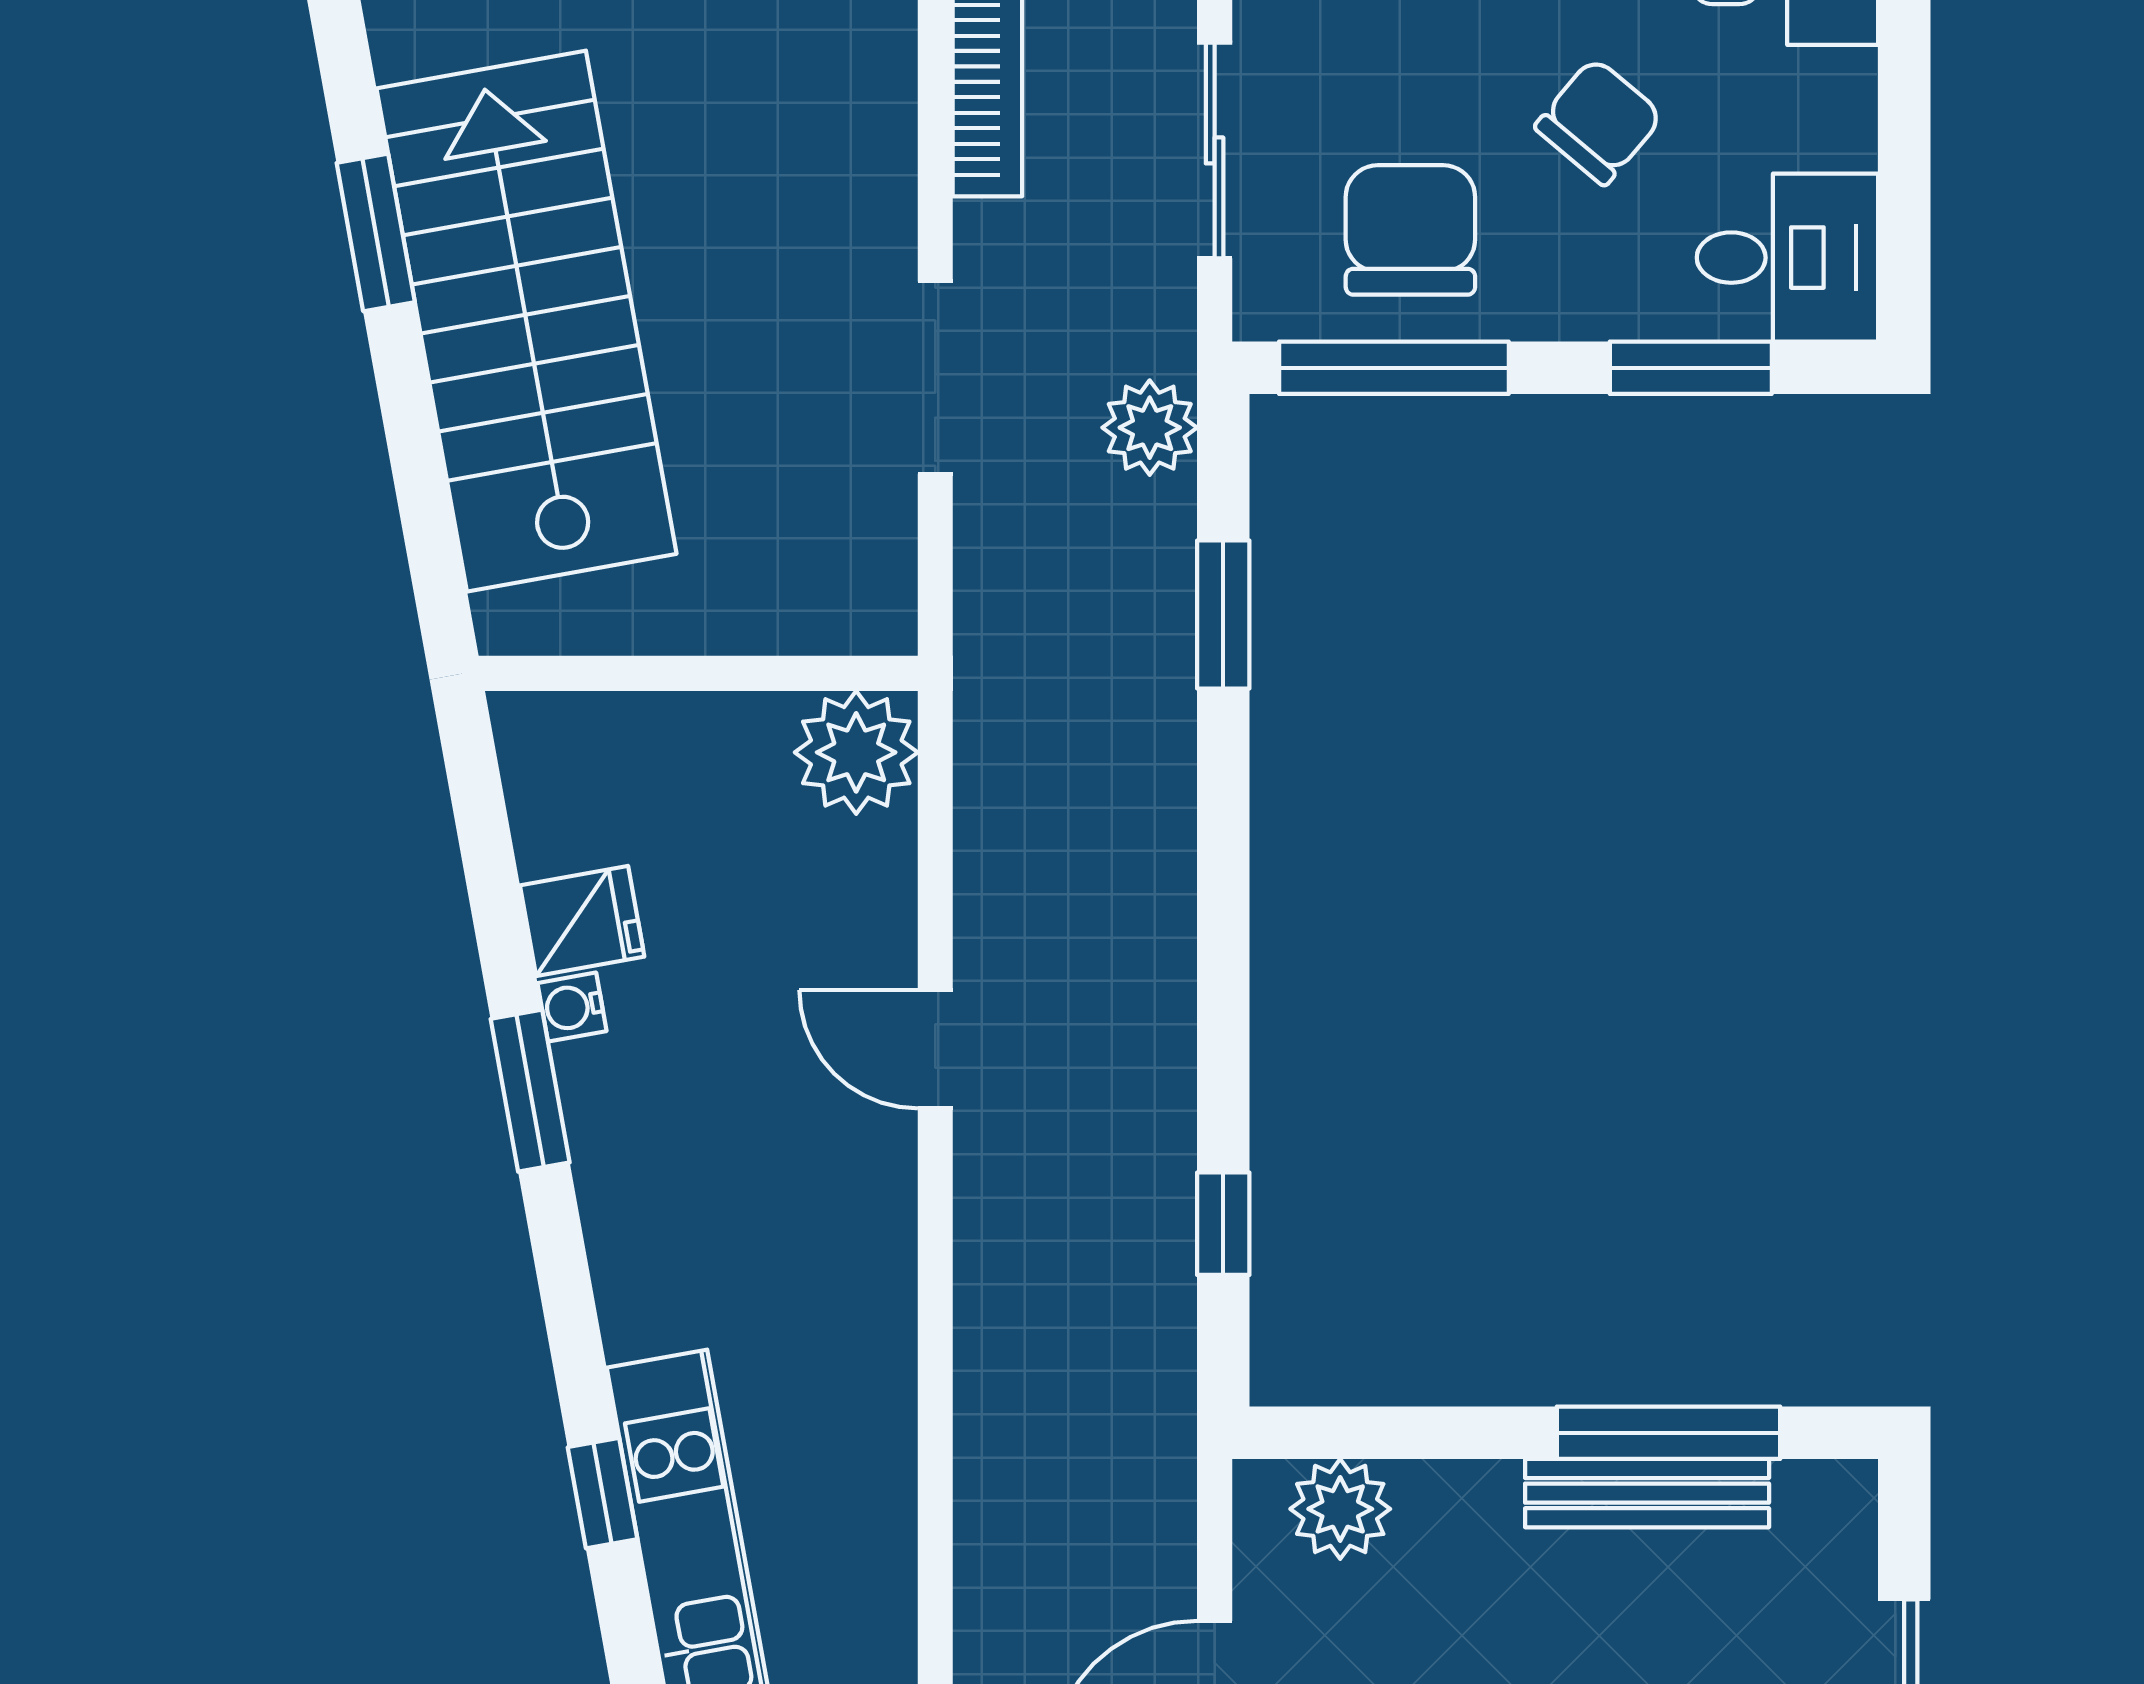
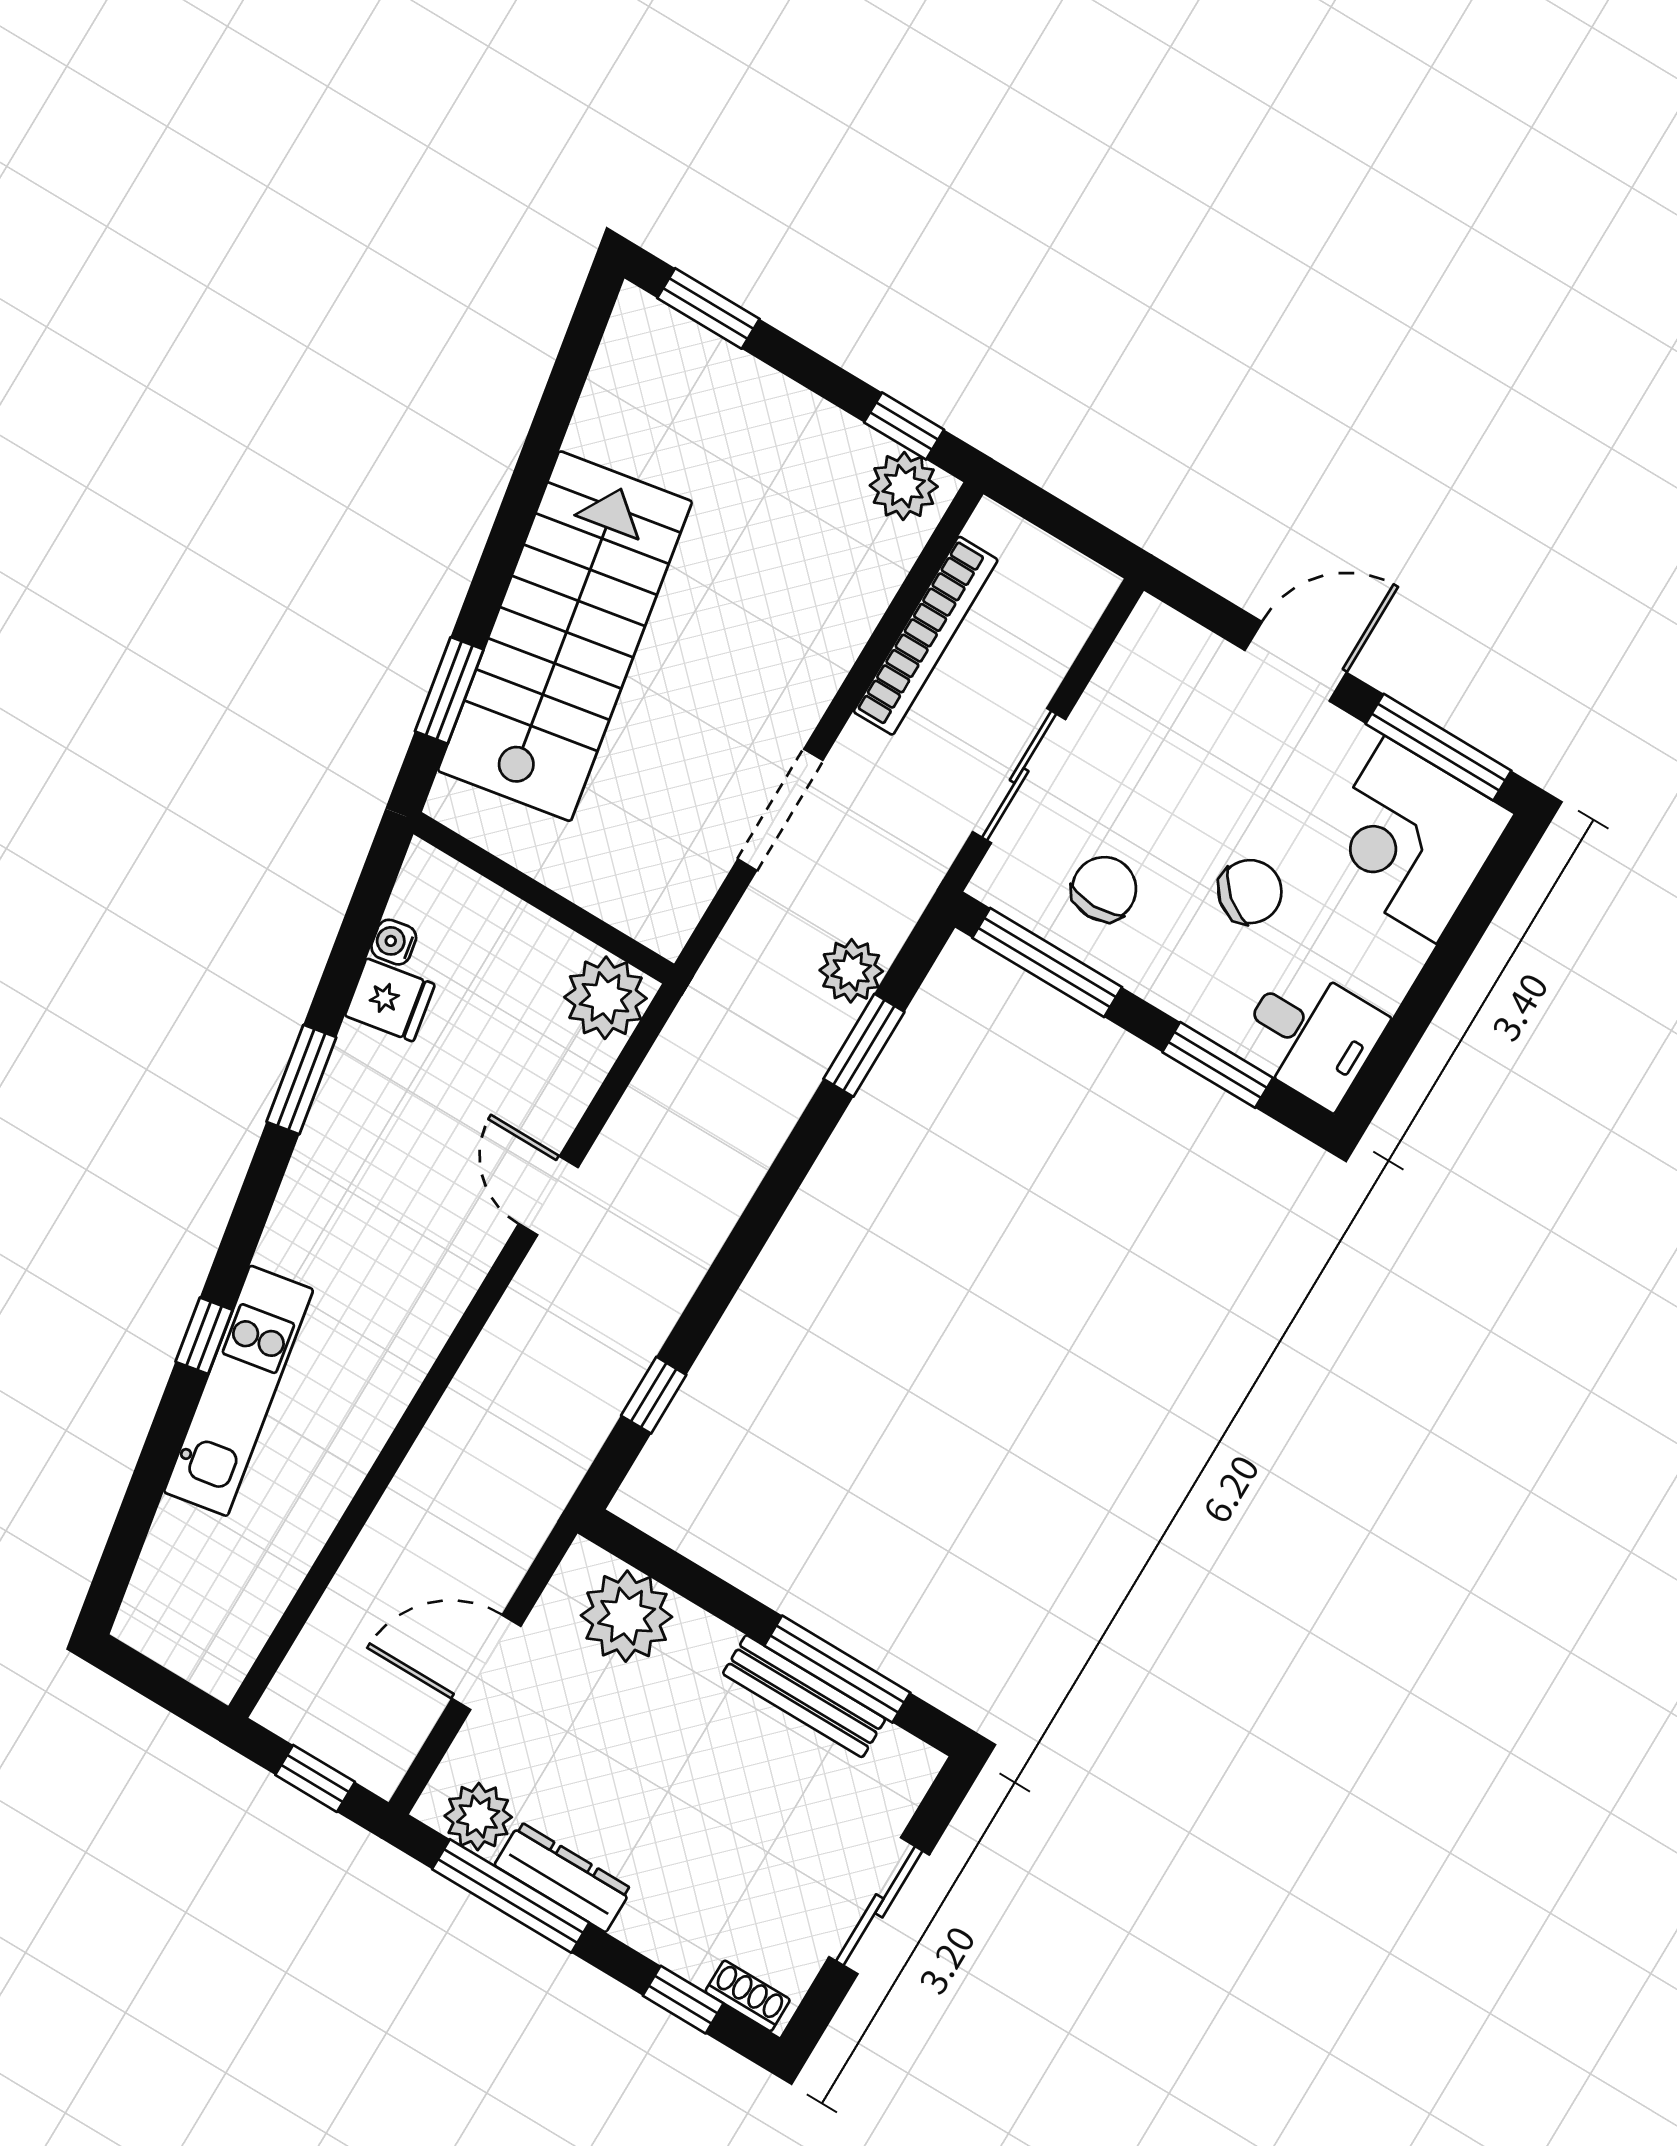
chair: (1410, 230) -> (1104, 889), width x0.73, depth x0.73
window: (376, 232) -> (449, 690), moved
plant: (1150, 428) -> (851, 971), moved
water cooler: (572, 1007) -> (394, 942), moved
plant: (1340, 1509) -> (627, 1616), width x1.36, depth x1.36

